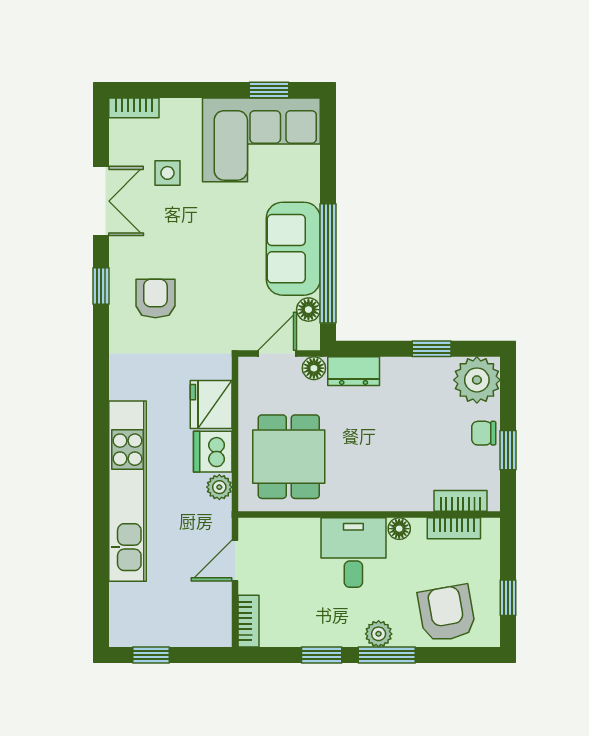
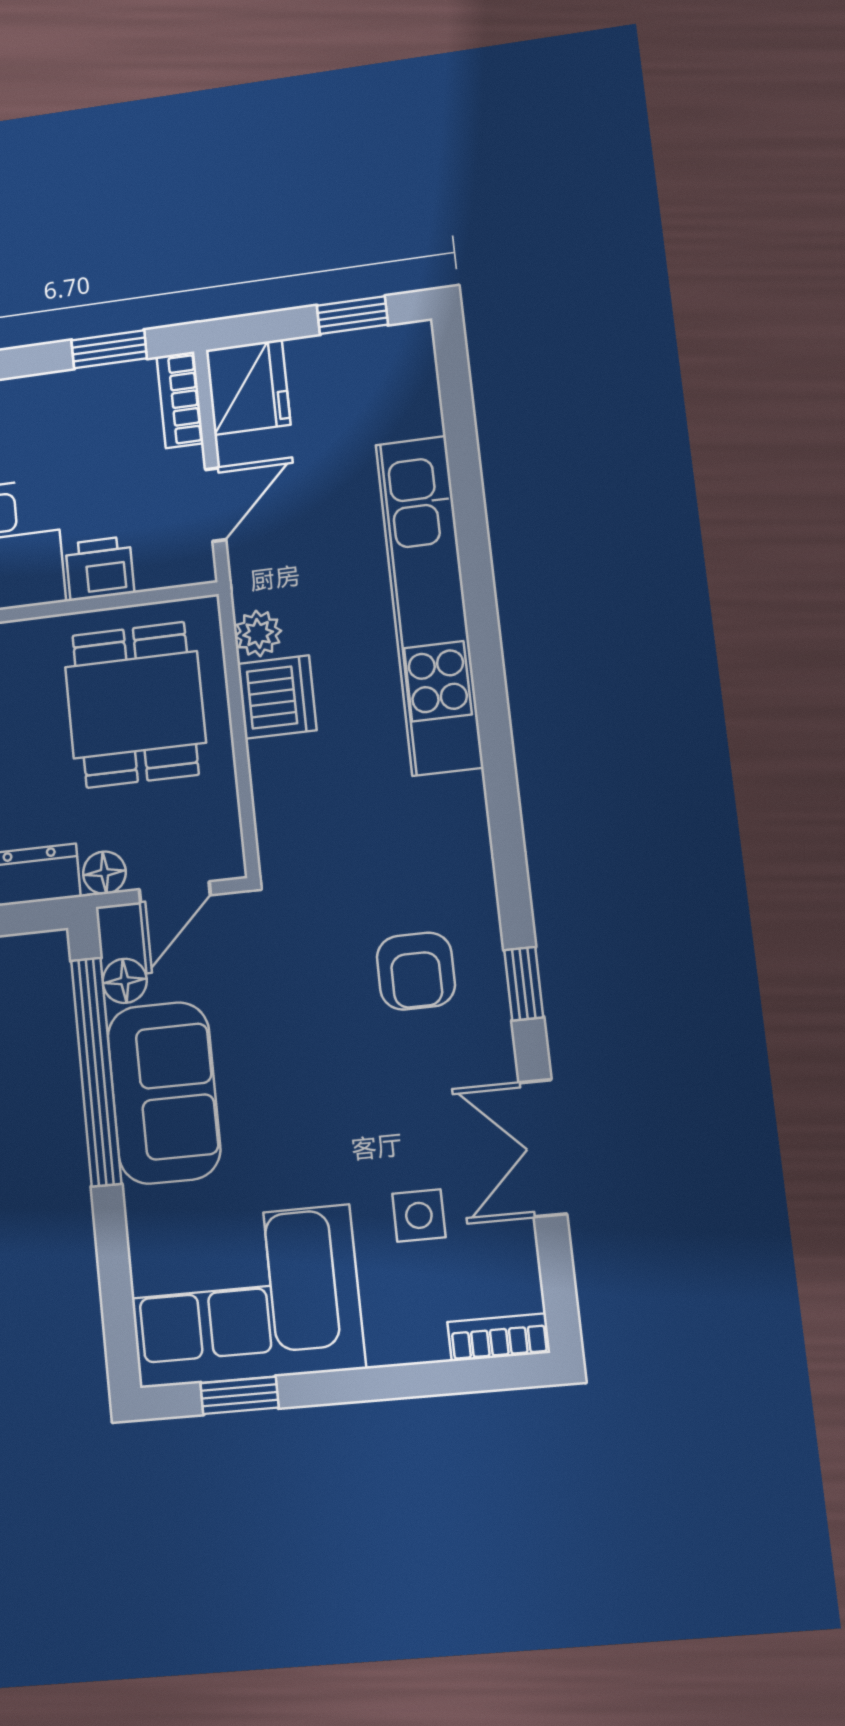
fridge: (211, 405) -> (248, 387), moved
printer: (301, 534) -> (100, 568), added
window: (322, 655) -> (109, 349), moved

